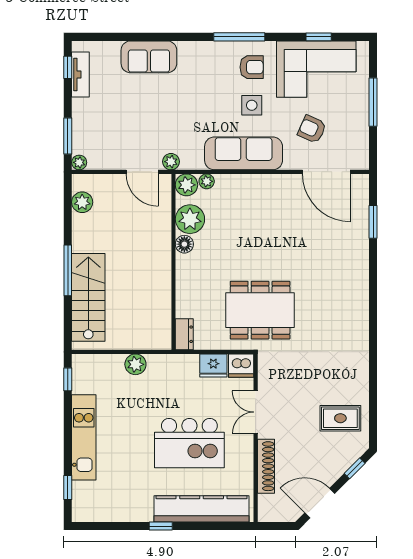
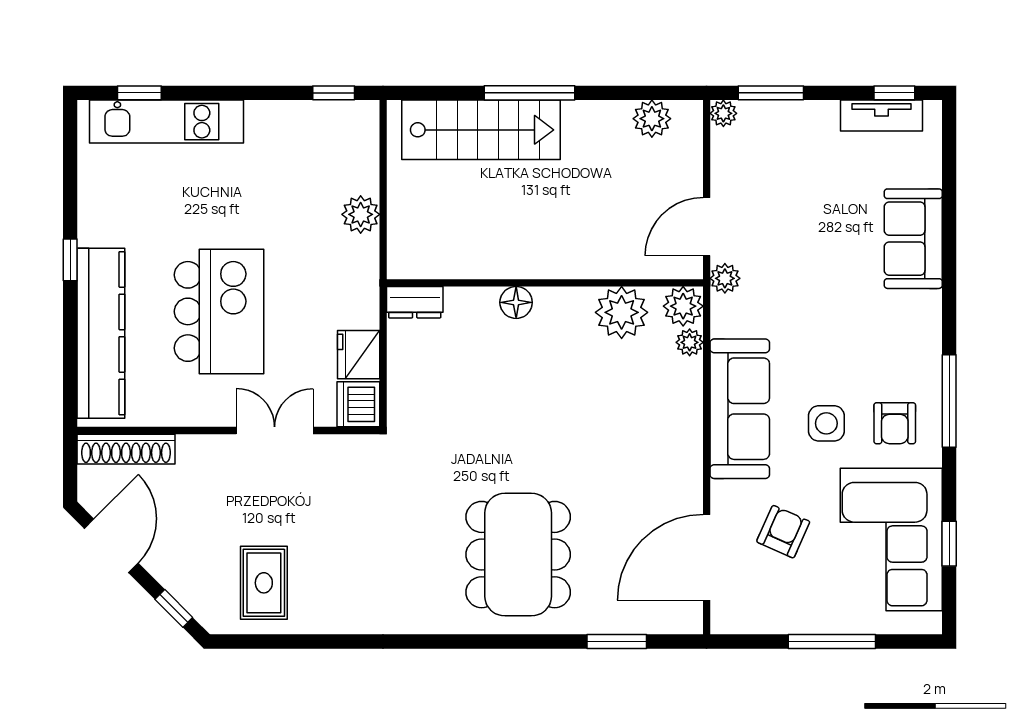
floor lamp: (184, 244) -> (516, 302), moved
dining table: (260, 310) -> (518, 555), moved
kitchen unit: (84, 437) -> (167, 122), moved
kitchen island: (189, 443) -> (219, 311), turned 180
shoe rack: (266, 466) -> (126, 449), moved

